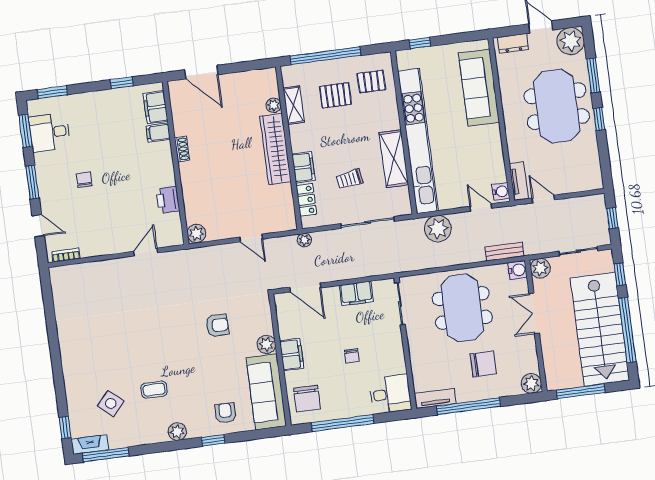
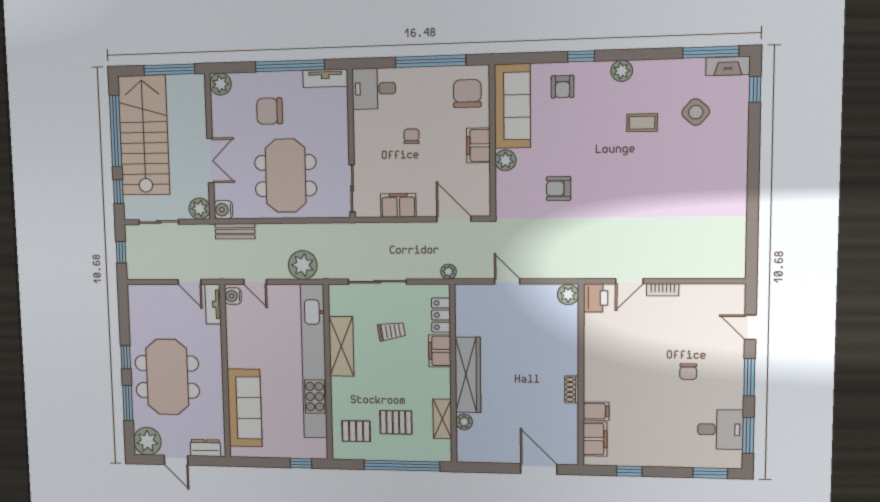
printer: (168, 200) -> (596, 298), moved
bookcase: (66, 255) -> (663, 290), moved

